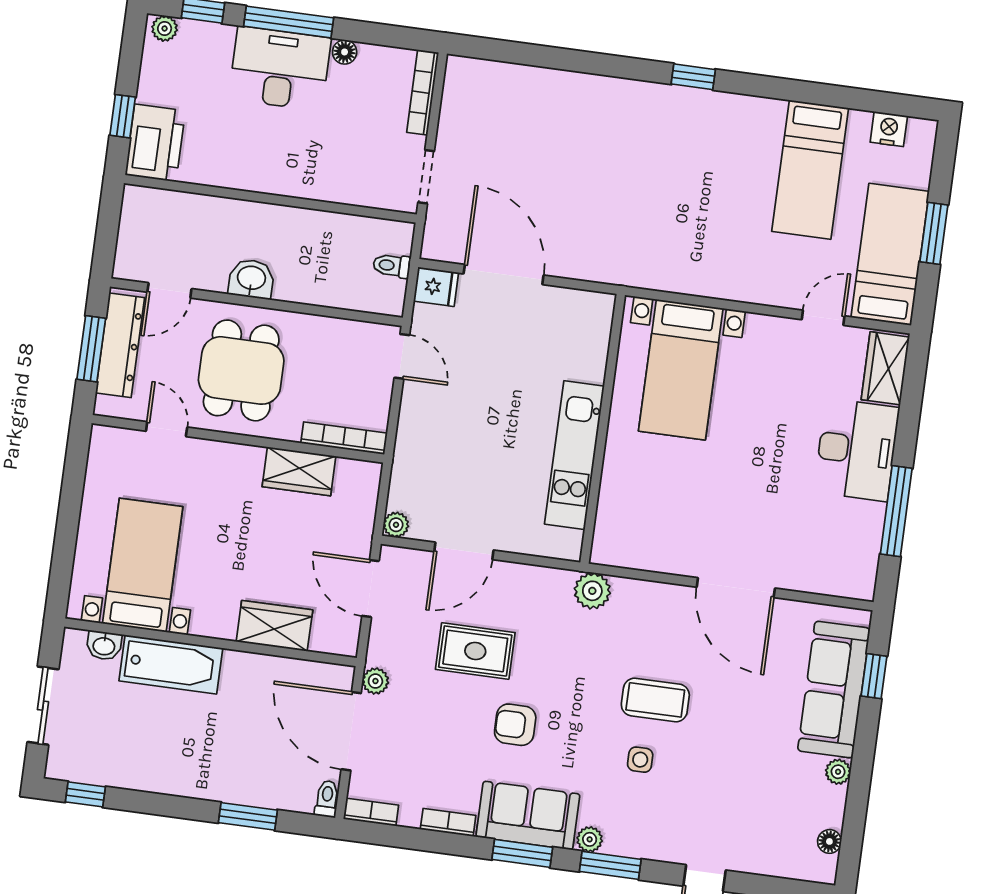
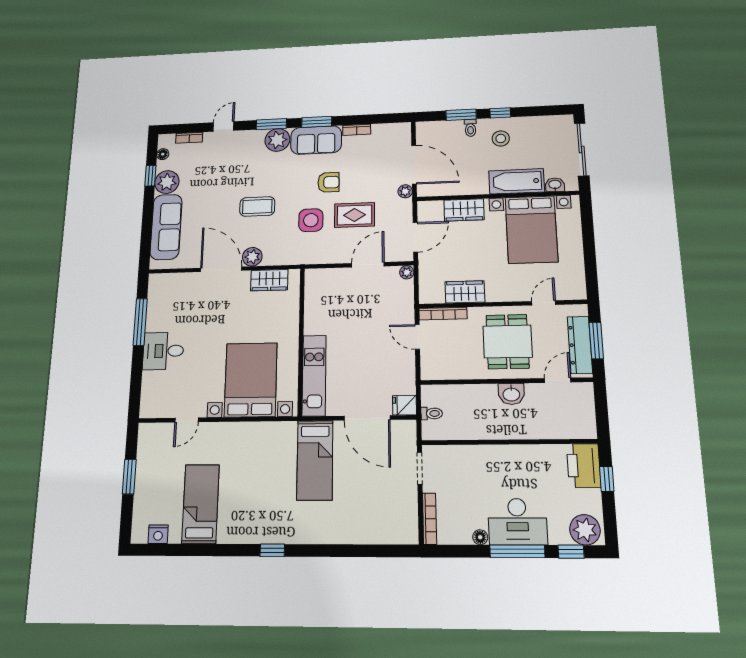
plant: (165, 28) -> (585, 530), width x1.87, depth x1.87
bed: (890, 254) -> (315, 460), moved
door: (402, 356) -> (417, 337), moved
wardrobe: (885, 368) -> (269, 280), moved, turned 90
bed with nightstands: (681, 370) -> (251, 380), width x1.36
door: (167, 429) -> (544, 303), swing flipped
desk: (857, 450) -> (163, 351), width x0.73
kitchen unit: (574, 455) -> (314, 375), moved
bed with nightstands: (143, 565) -> (531, 229), width x1.36
door: (370, 588) -> (415, 237), hinge flipped
plant: (592, 591) -> (252, 257), moved
window: (874, 676) -> (150, 176), moved
sliding door: (43, 706) -> (582, 149), width x1.37
stool: (184, 754) -> (501, 138), added
side table: (640, 760) -> (311, 220), moved, width x1.87, depth x1.87
plant: (838, 772) -> (167, 182), width x1.88, depth x1.88
window: (85, 794) -> (500, 113), moved
toilet: (327, 799) -> (470, 128), moved
bookcase: (371, 812) -> (189, 138), moved
plant: (590, 839) -> (277, 140), width x1.88, depth x1.88

